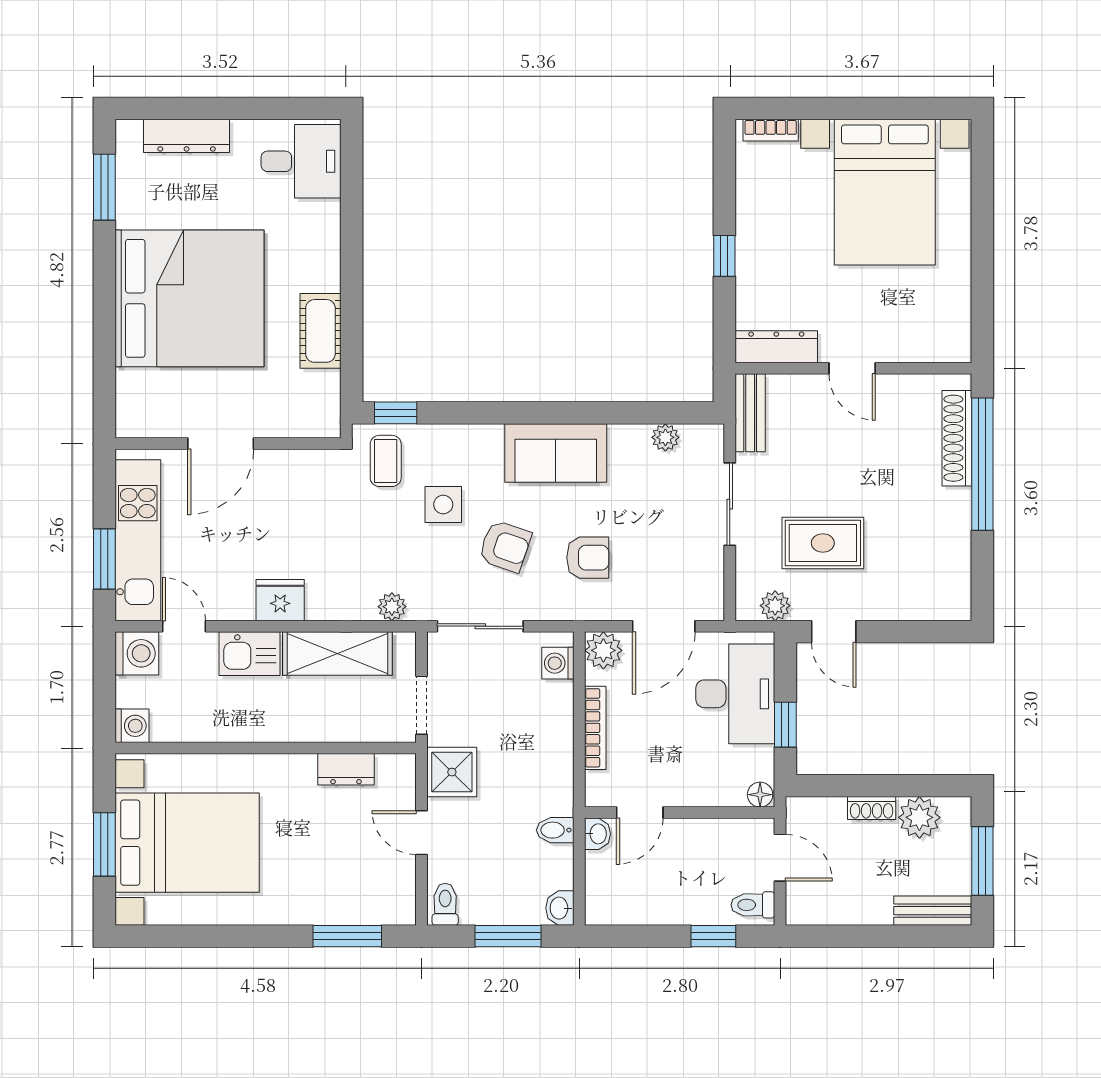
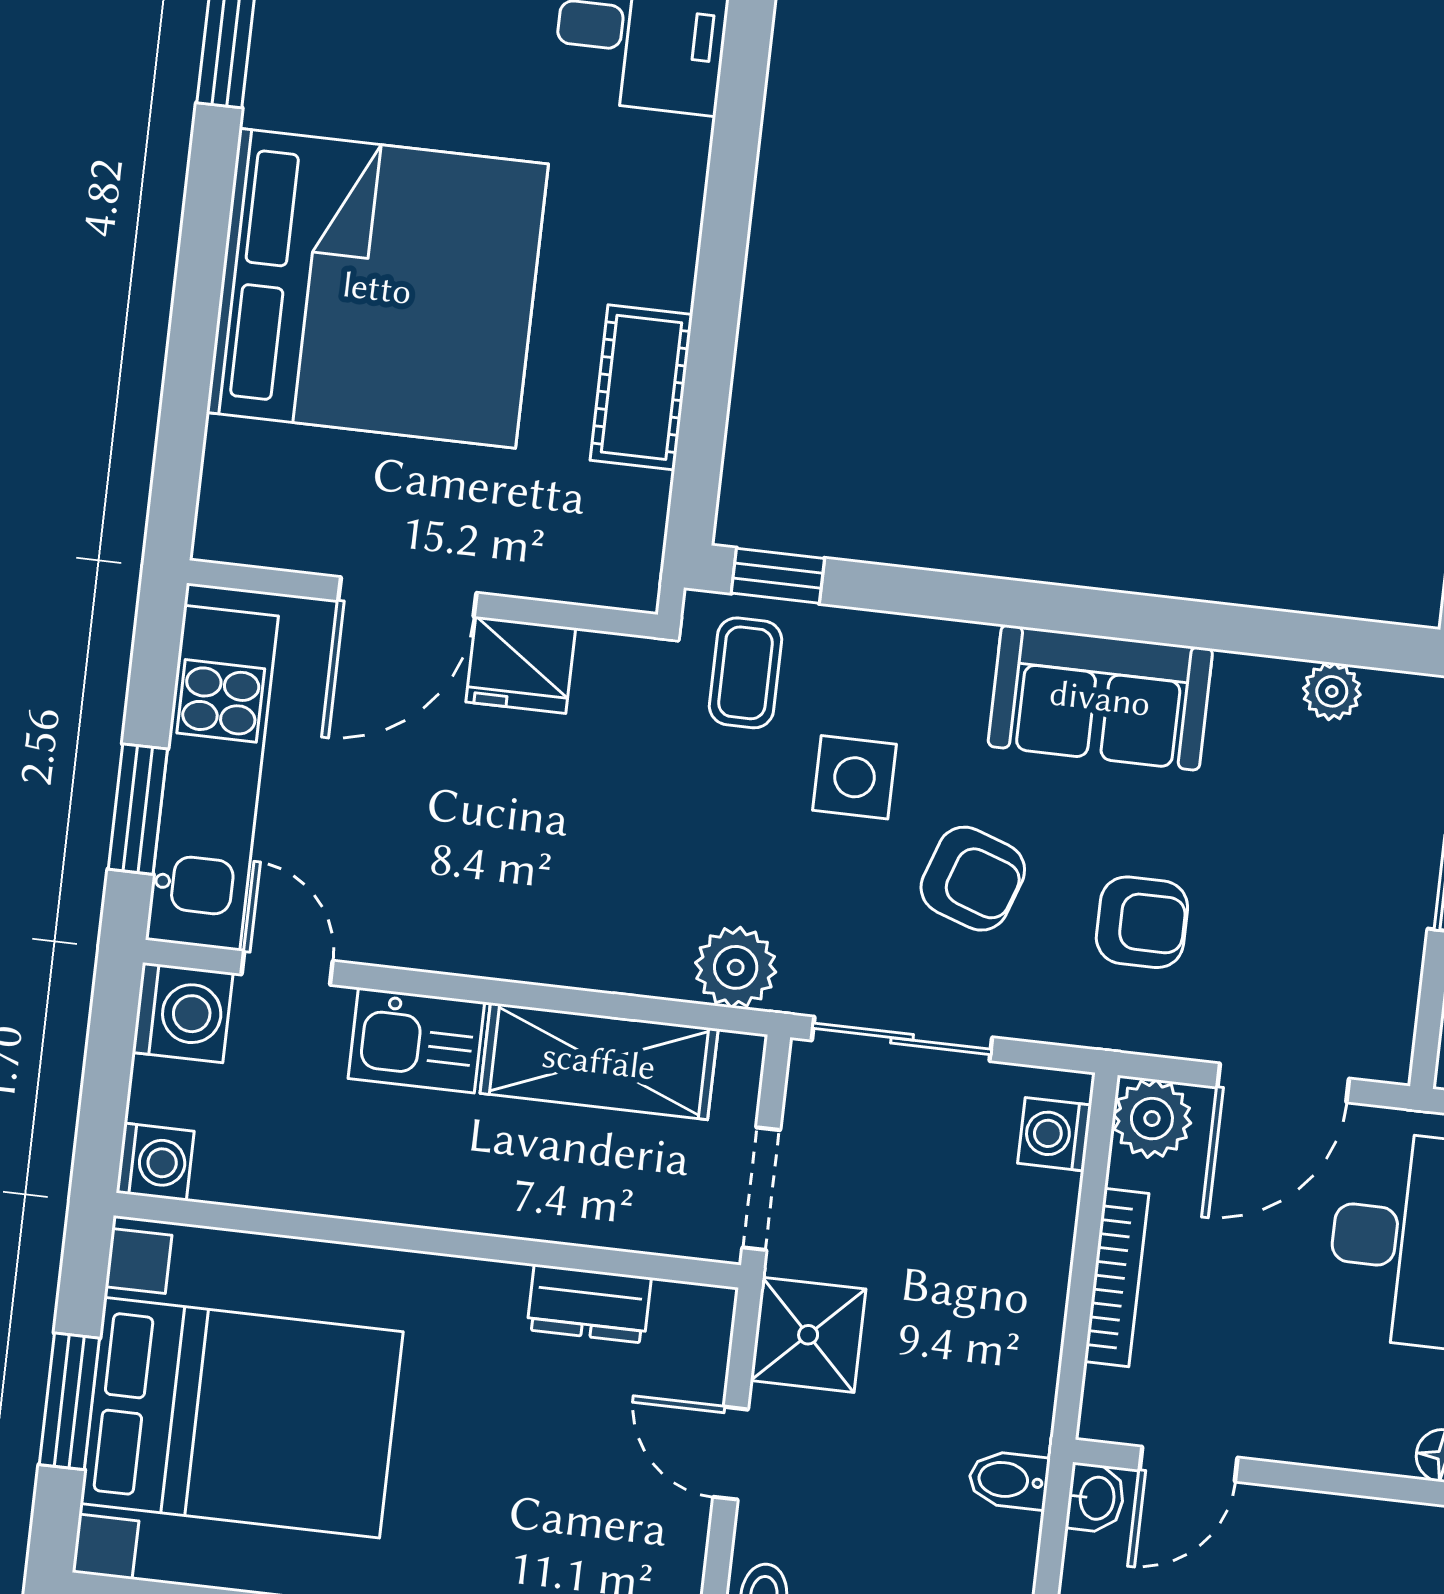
fridge: (280, 600) -> (521, 665), moved, turned 180
plant: (392, 607) -> (736, 967), width x1.38, depth x1.38

